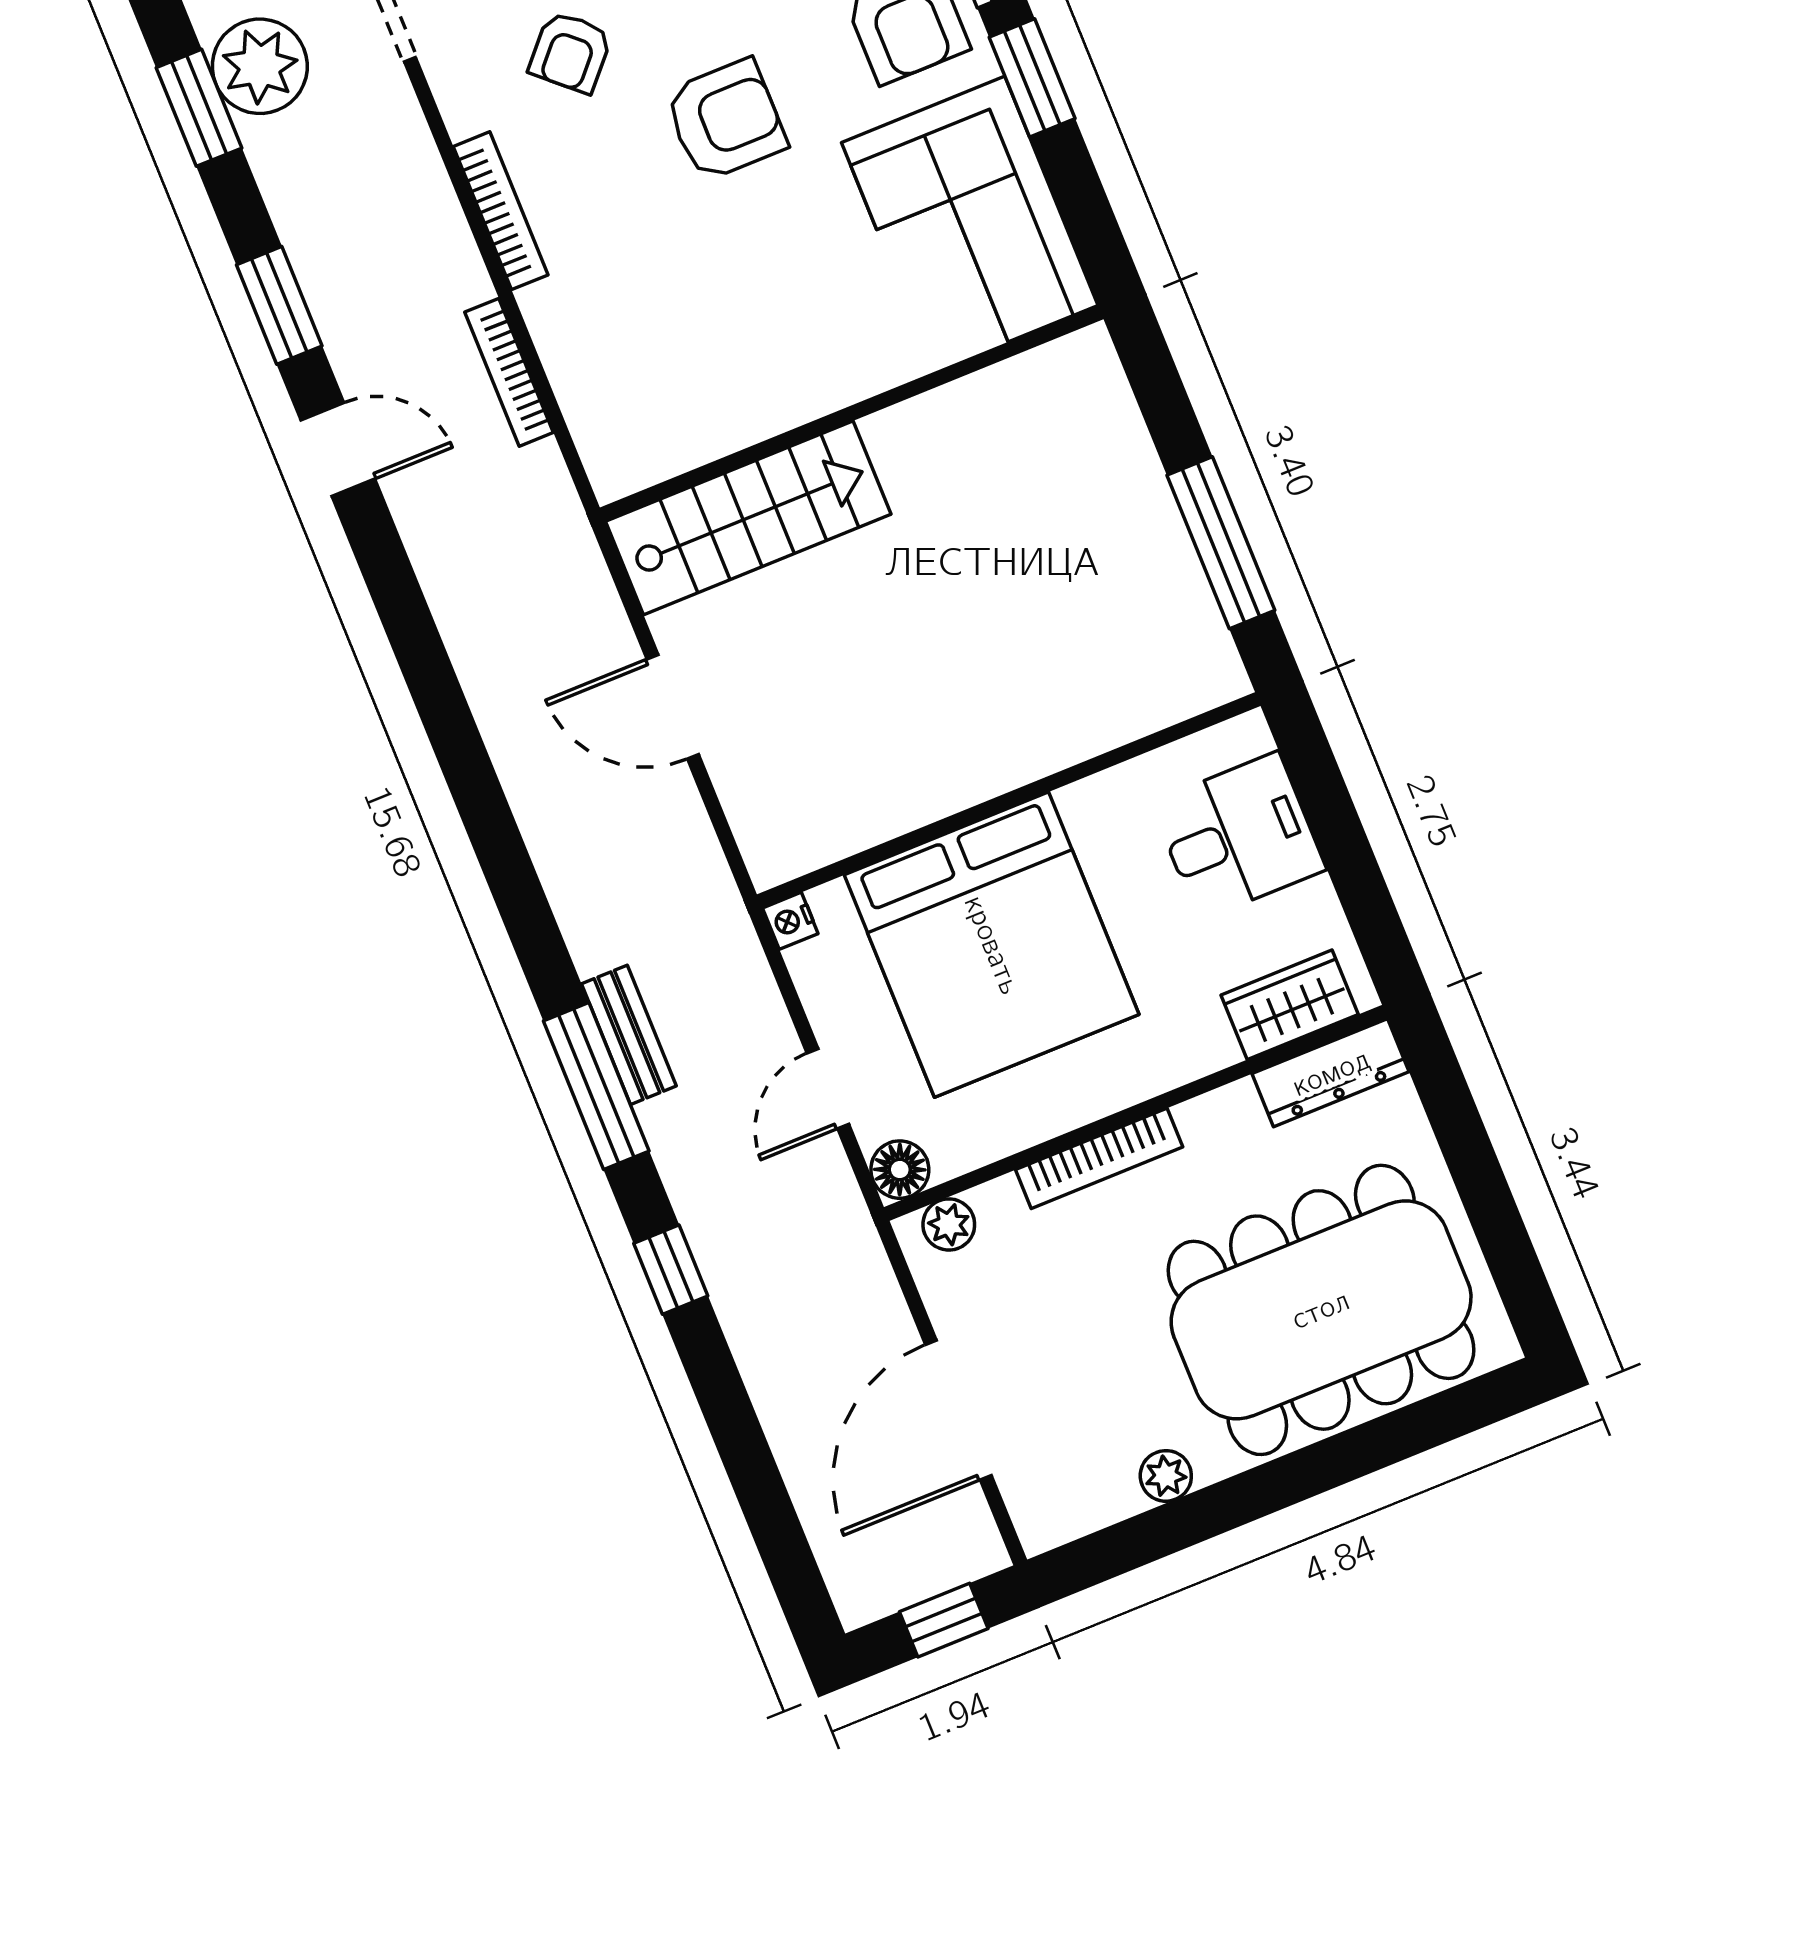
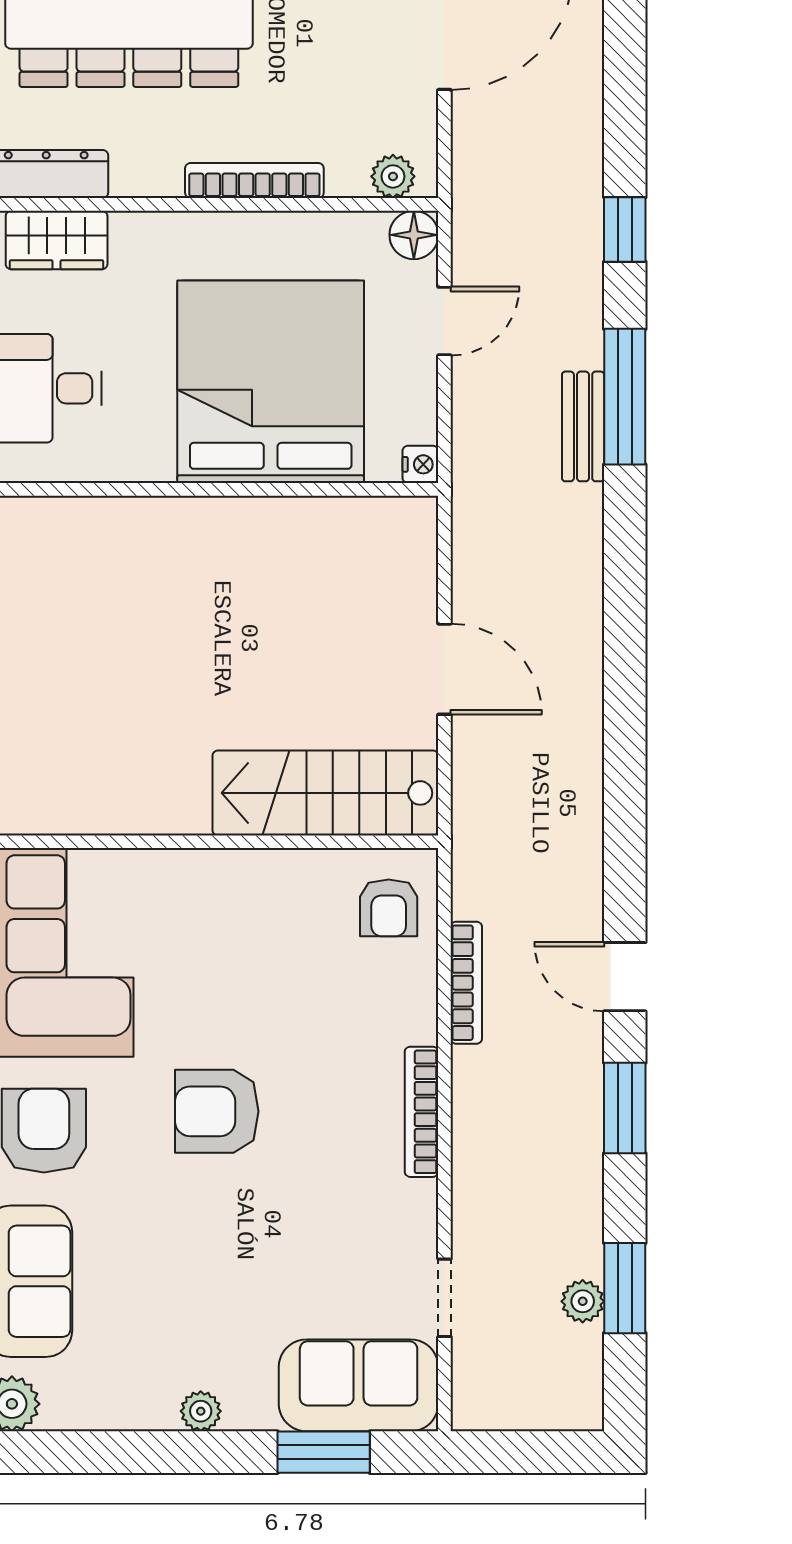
armchair: (570, 52) -> (389, 908), moved, turned 138
plant: (260, 66) -> (583, 1301), width x0.53, depth x0.53

